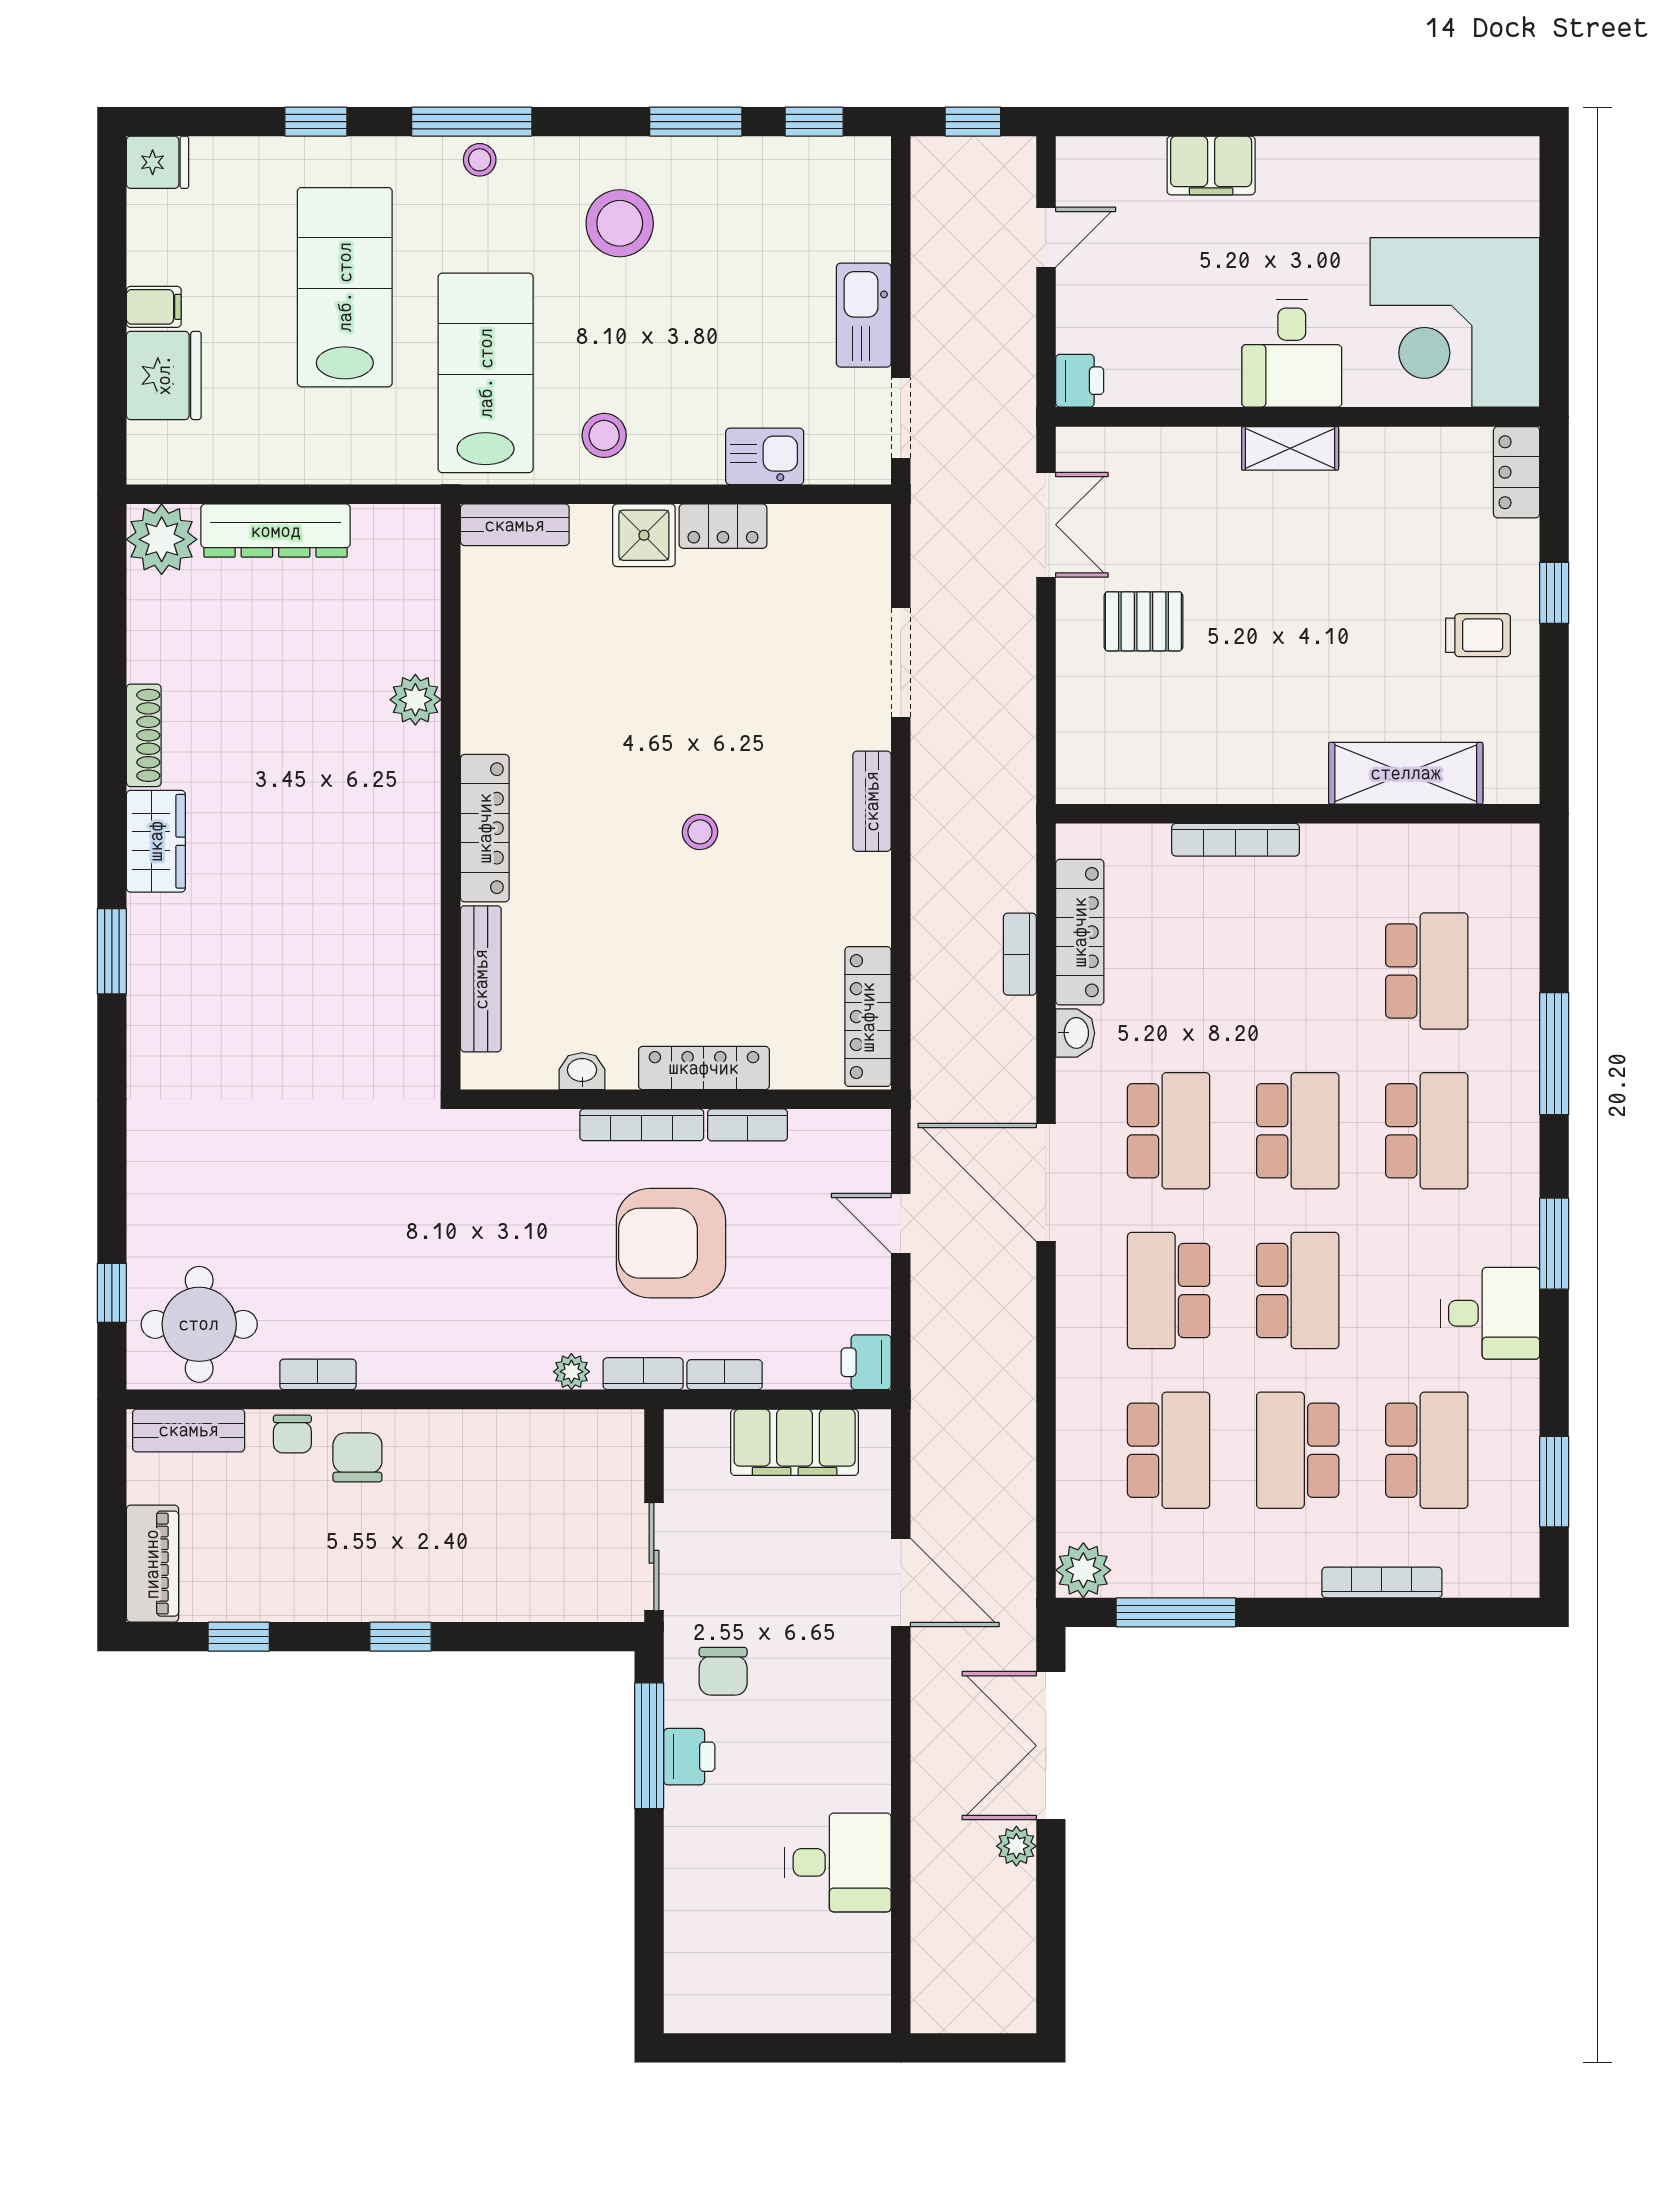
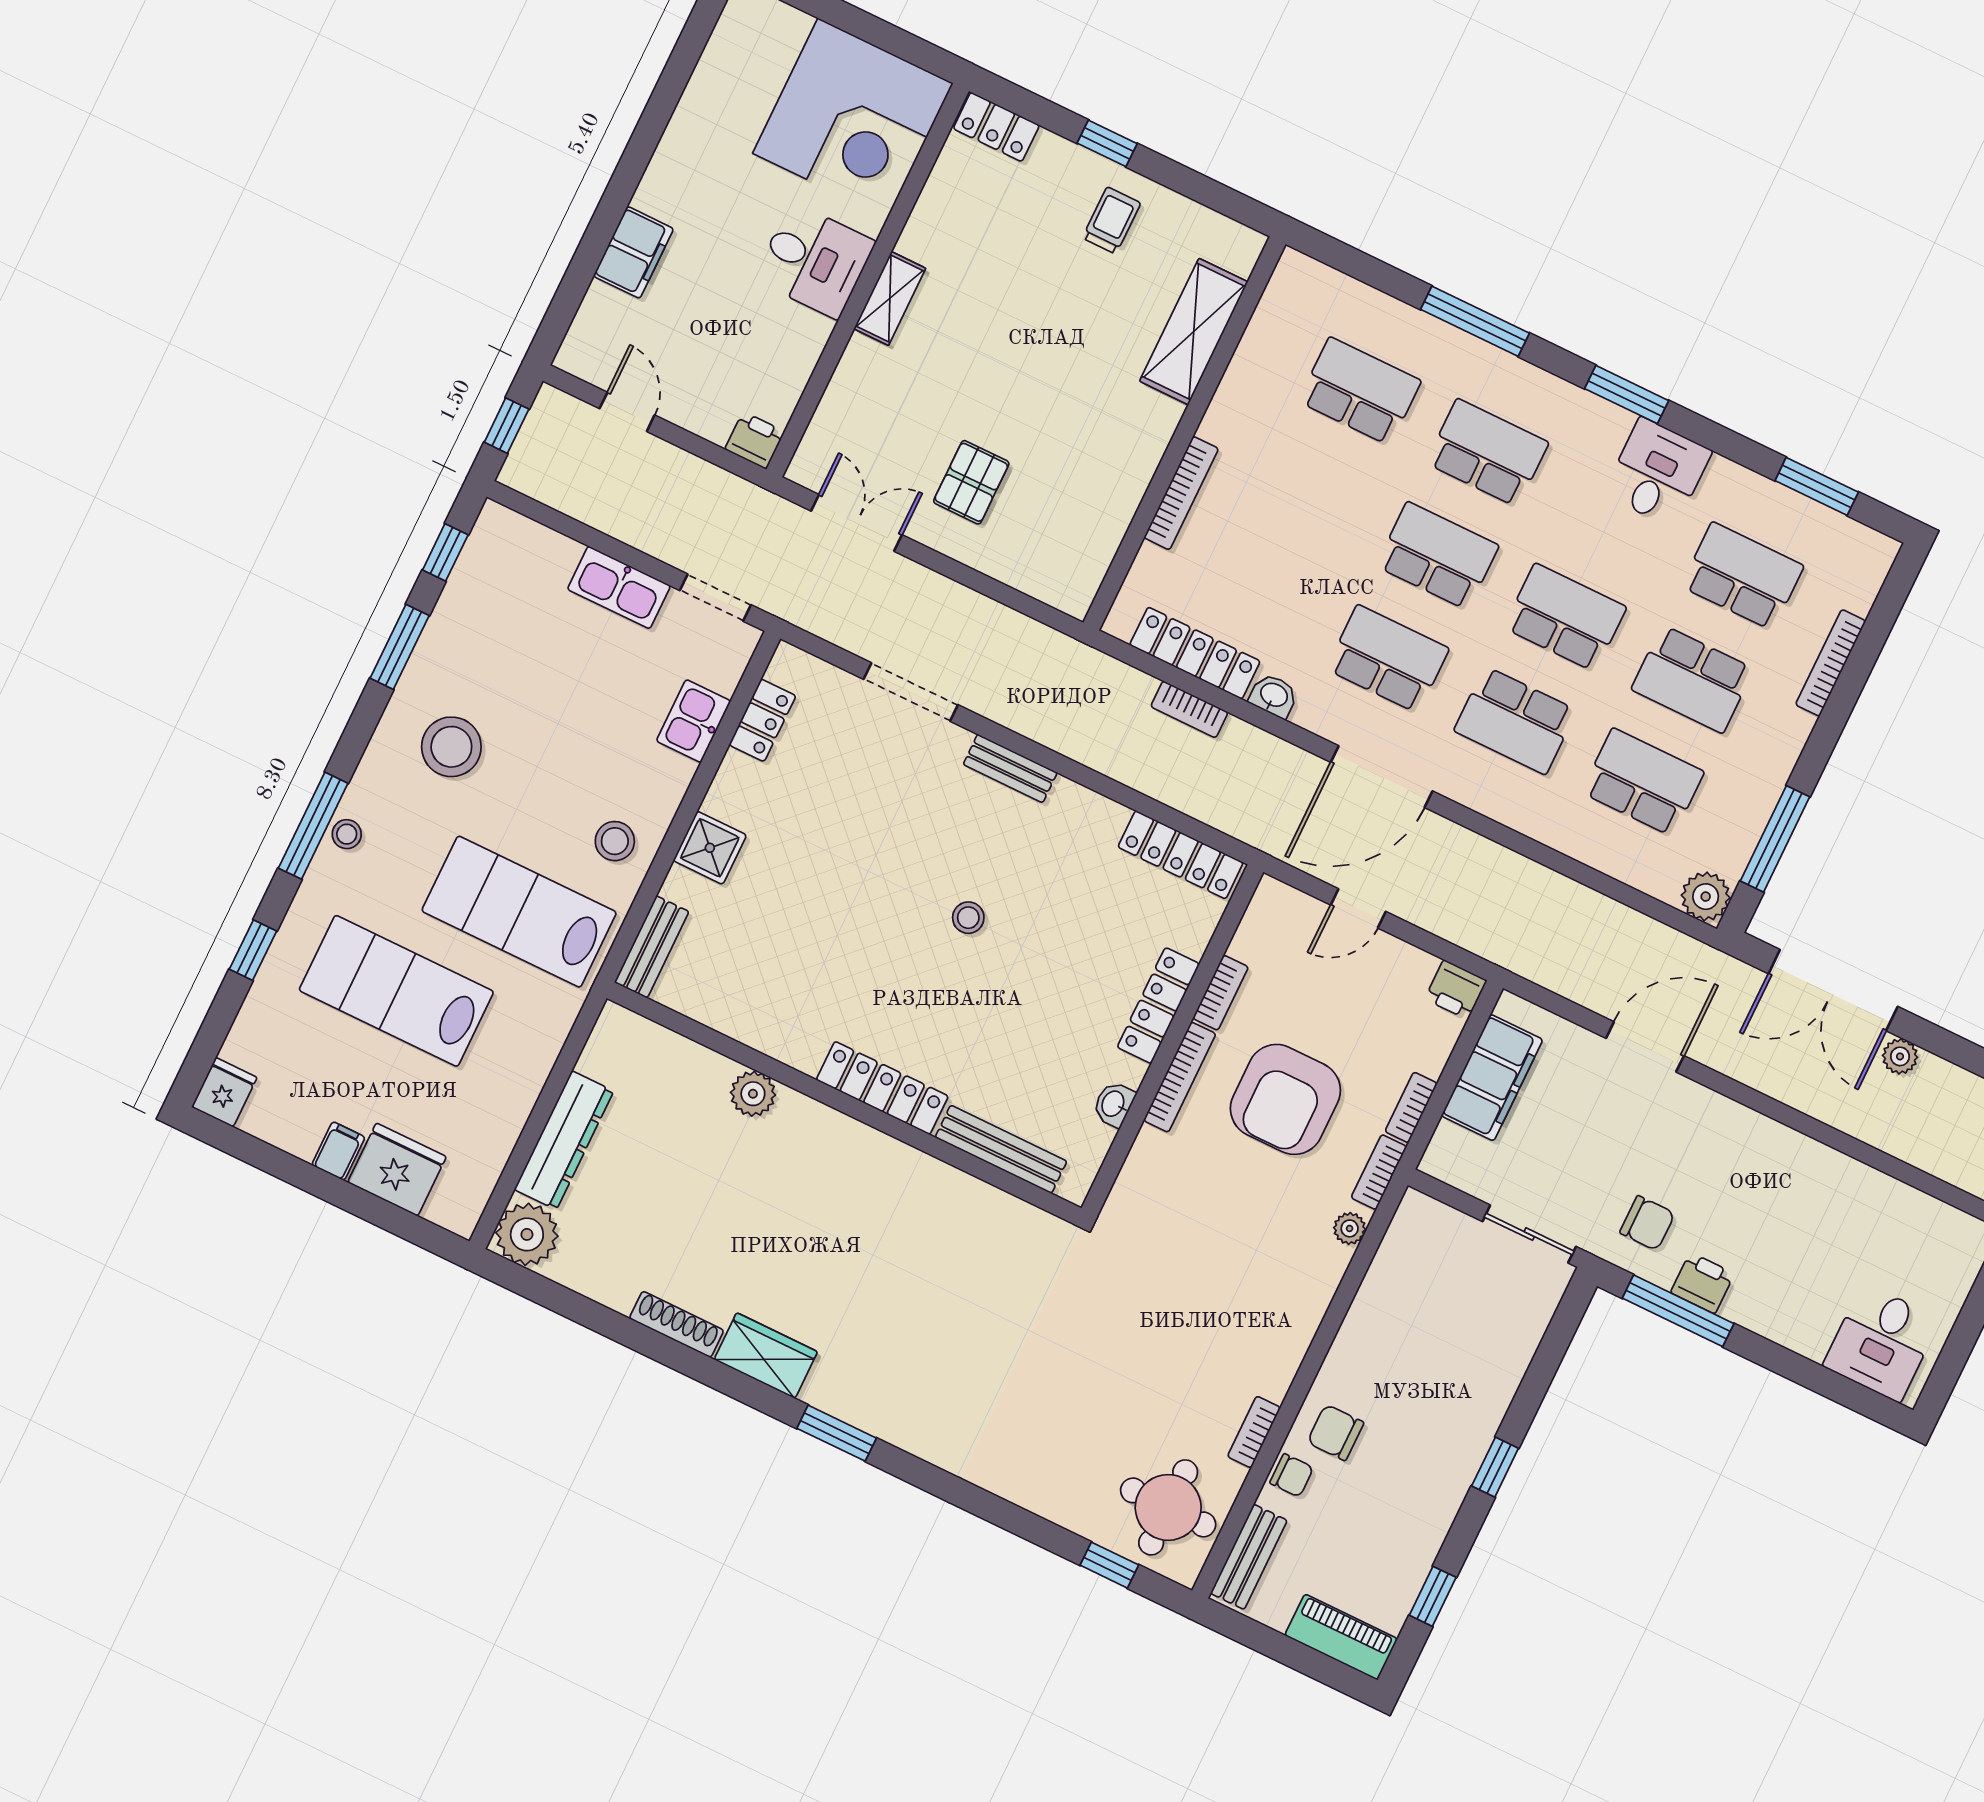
locker: (723, 526) -> (763, 720), moved
desk: (838, 1862) -> (1881, 1342), moved, turned 180

